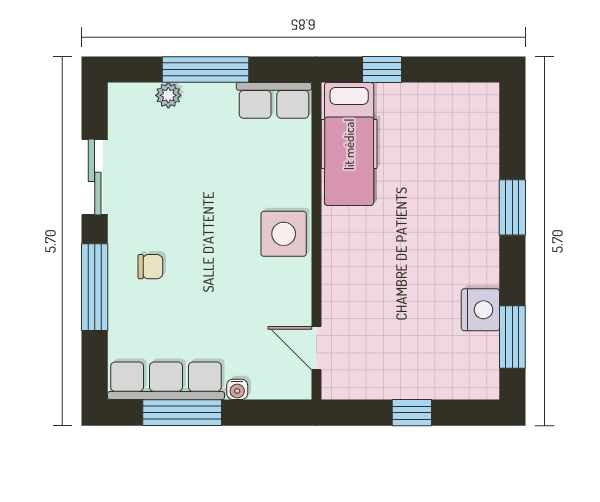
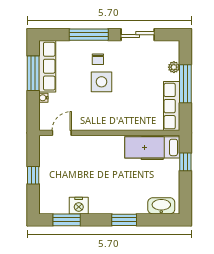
row of seats: (274, 100) -> (172, 106), width x1.48
washbasin: (481, 123) -> (161, 206), added
side table: (284, 234) -> (102, 82), moved

